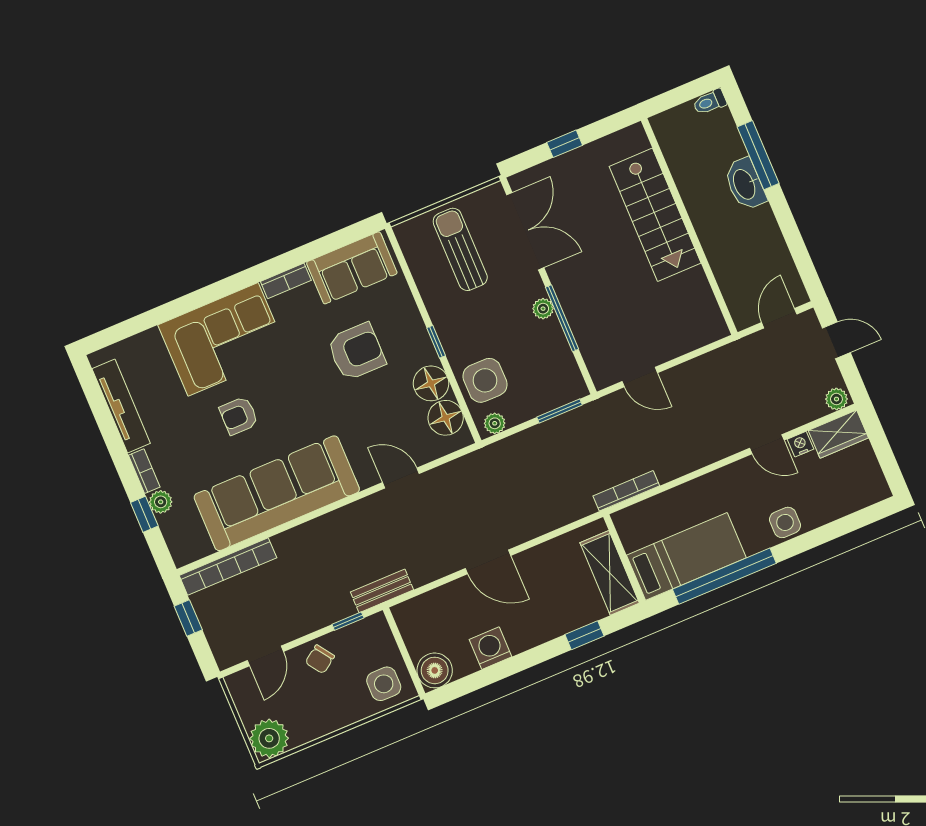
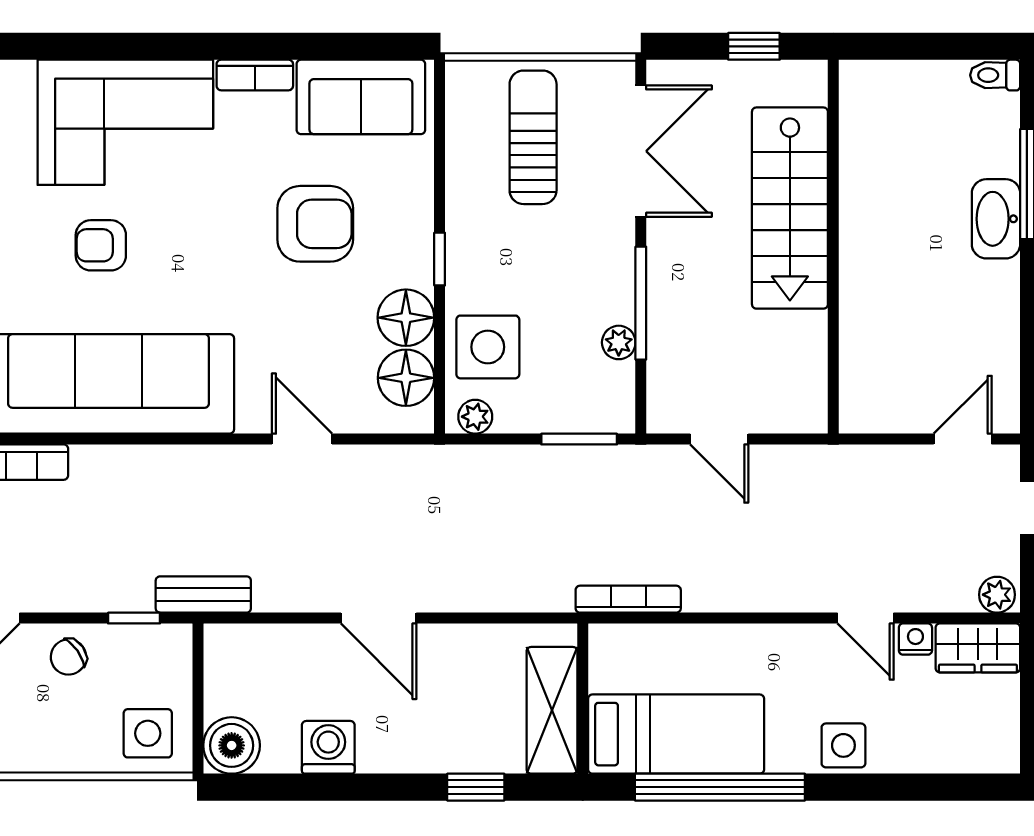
stairs: (655, 215) -> (790, 208), moved
wall: (689, 226) -> (833, 247), moved
plant: (543, 309) -> (619, 342), moved

